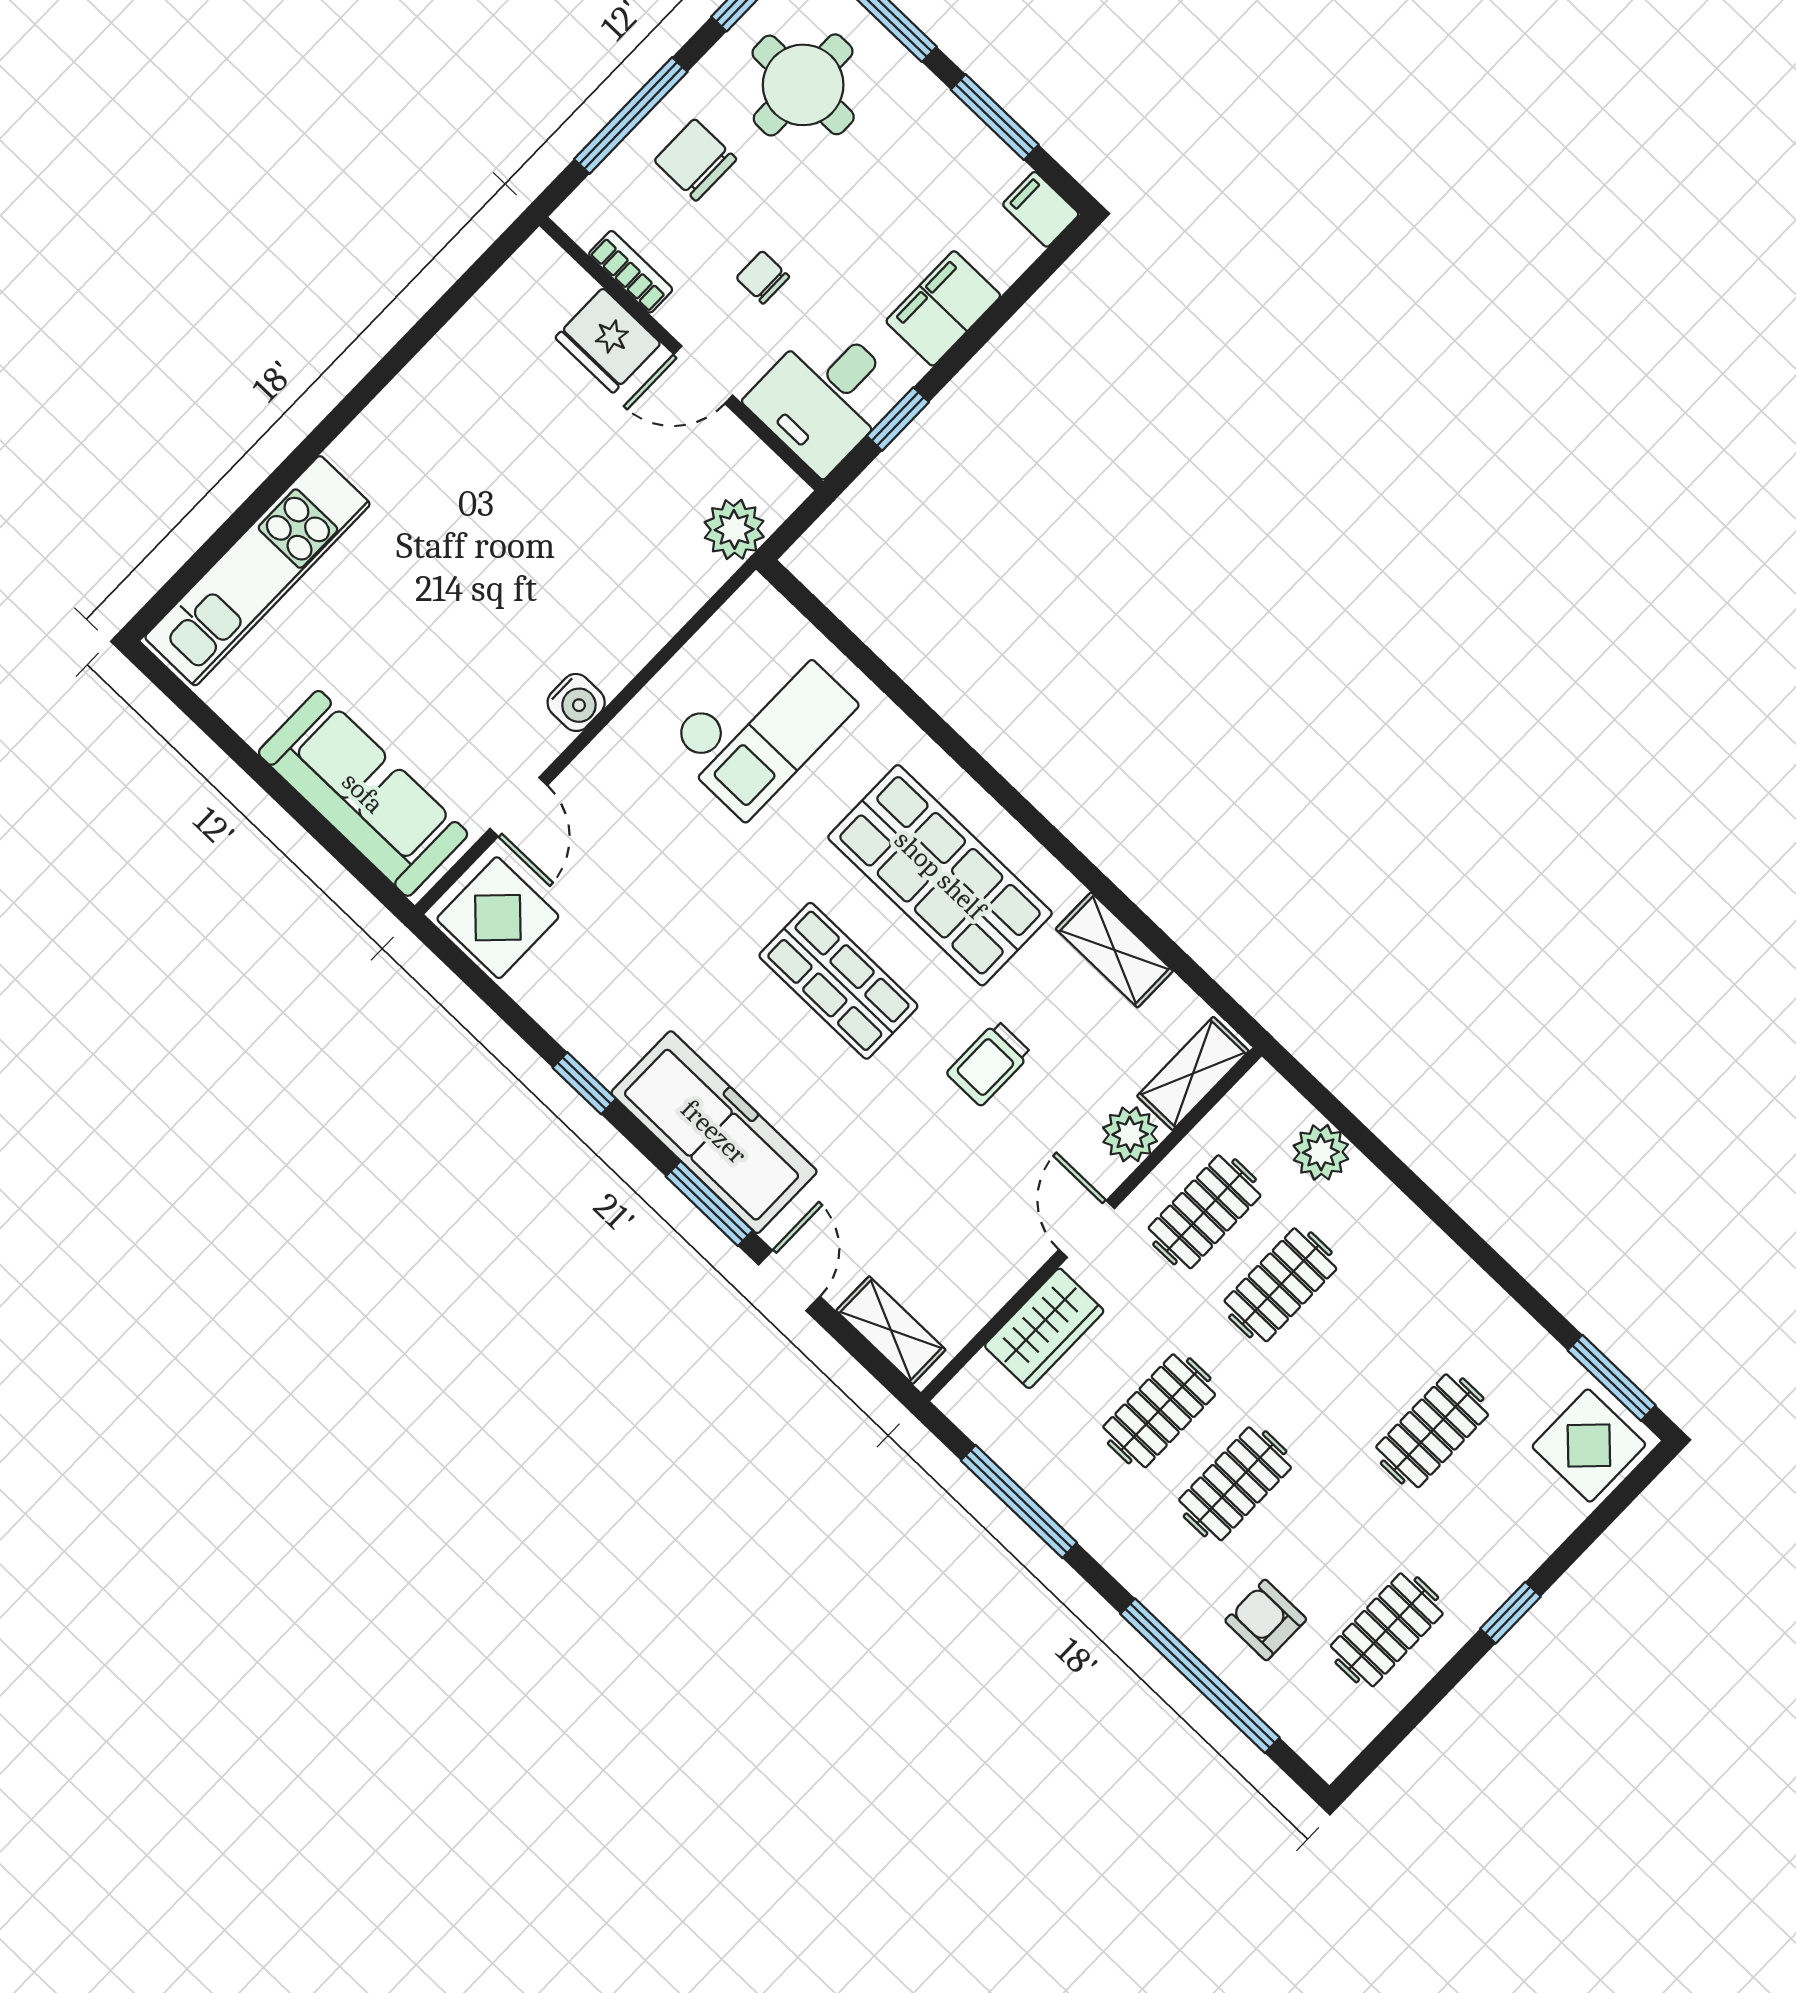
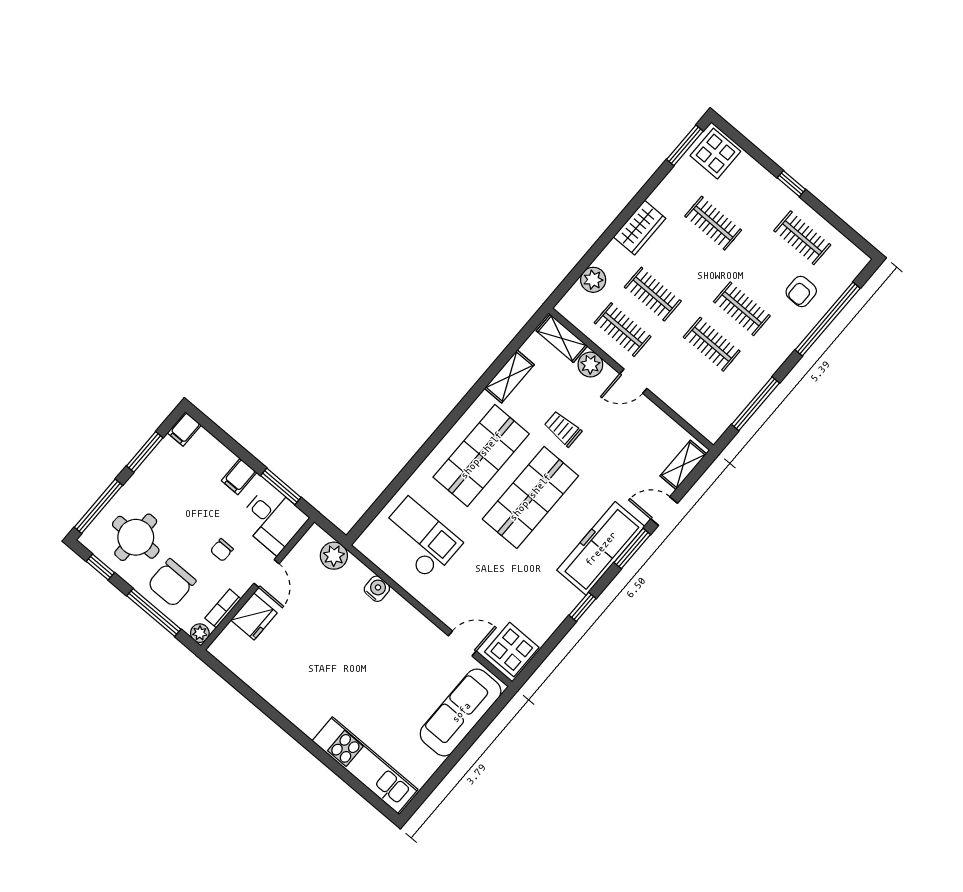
chair: (695, 160) -> (172, 583), width x1.37, depth x1.37
plant: (578, 216) -> (200, 633), added
filing cabinet: (943, 308) -> (239, 476), width x0.50
window: (898, 419) -> (281, 486), width x1.50
water cooler: (576, 702) -> (377, 589), moved
shop shelf: (838, 981) -> (530, 497), width x1.43, depth x1.36
trolley: (989, 1063) -> (563, 429), turned 180
wardrobe: (1044, 1328) -> (640, 228), moved, turned 90

